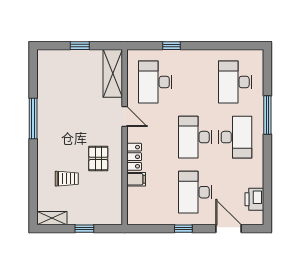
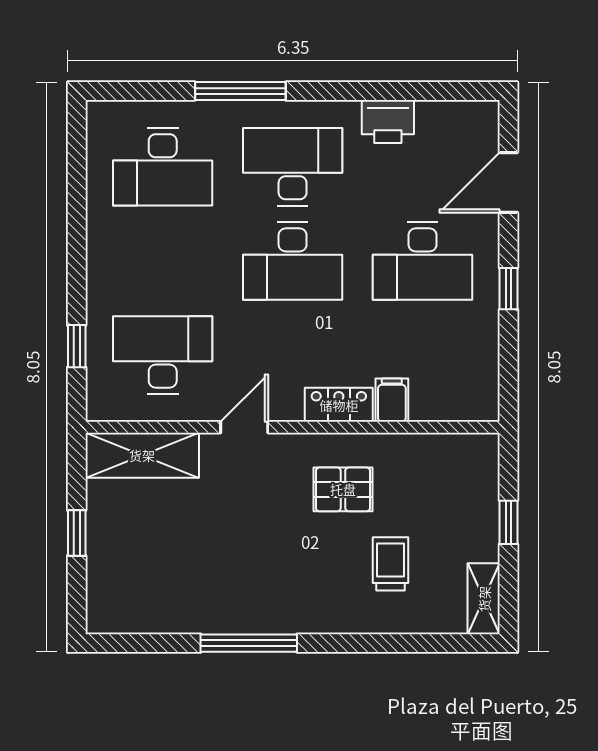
window: (171, 46) -> (77, 346), moved
desk: (155, 82) -> (163, 355), turned 180
printer: (254, 199) -> (388, 121), moved

